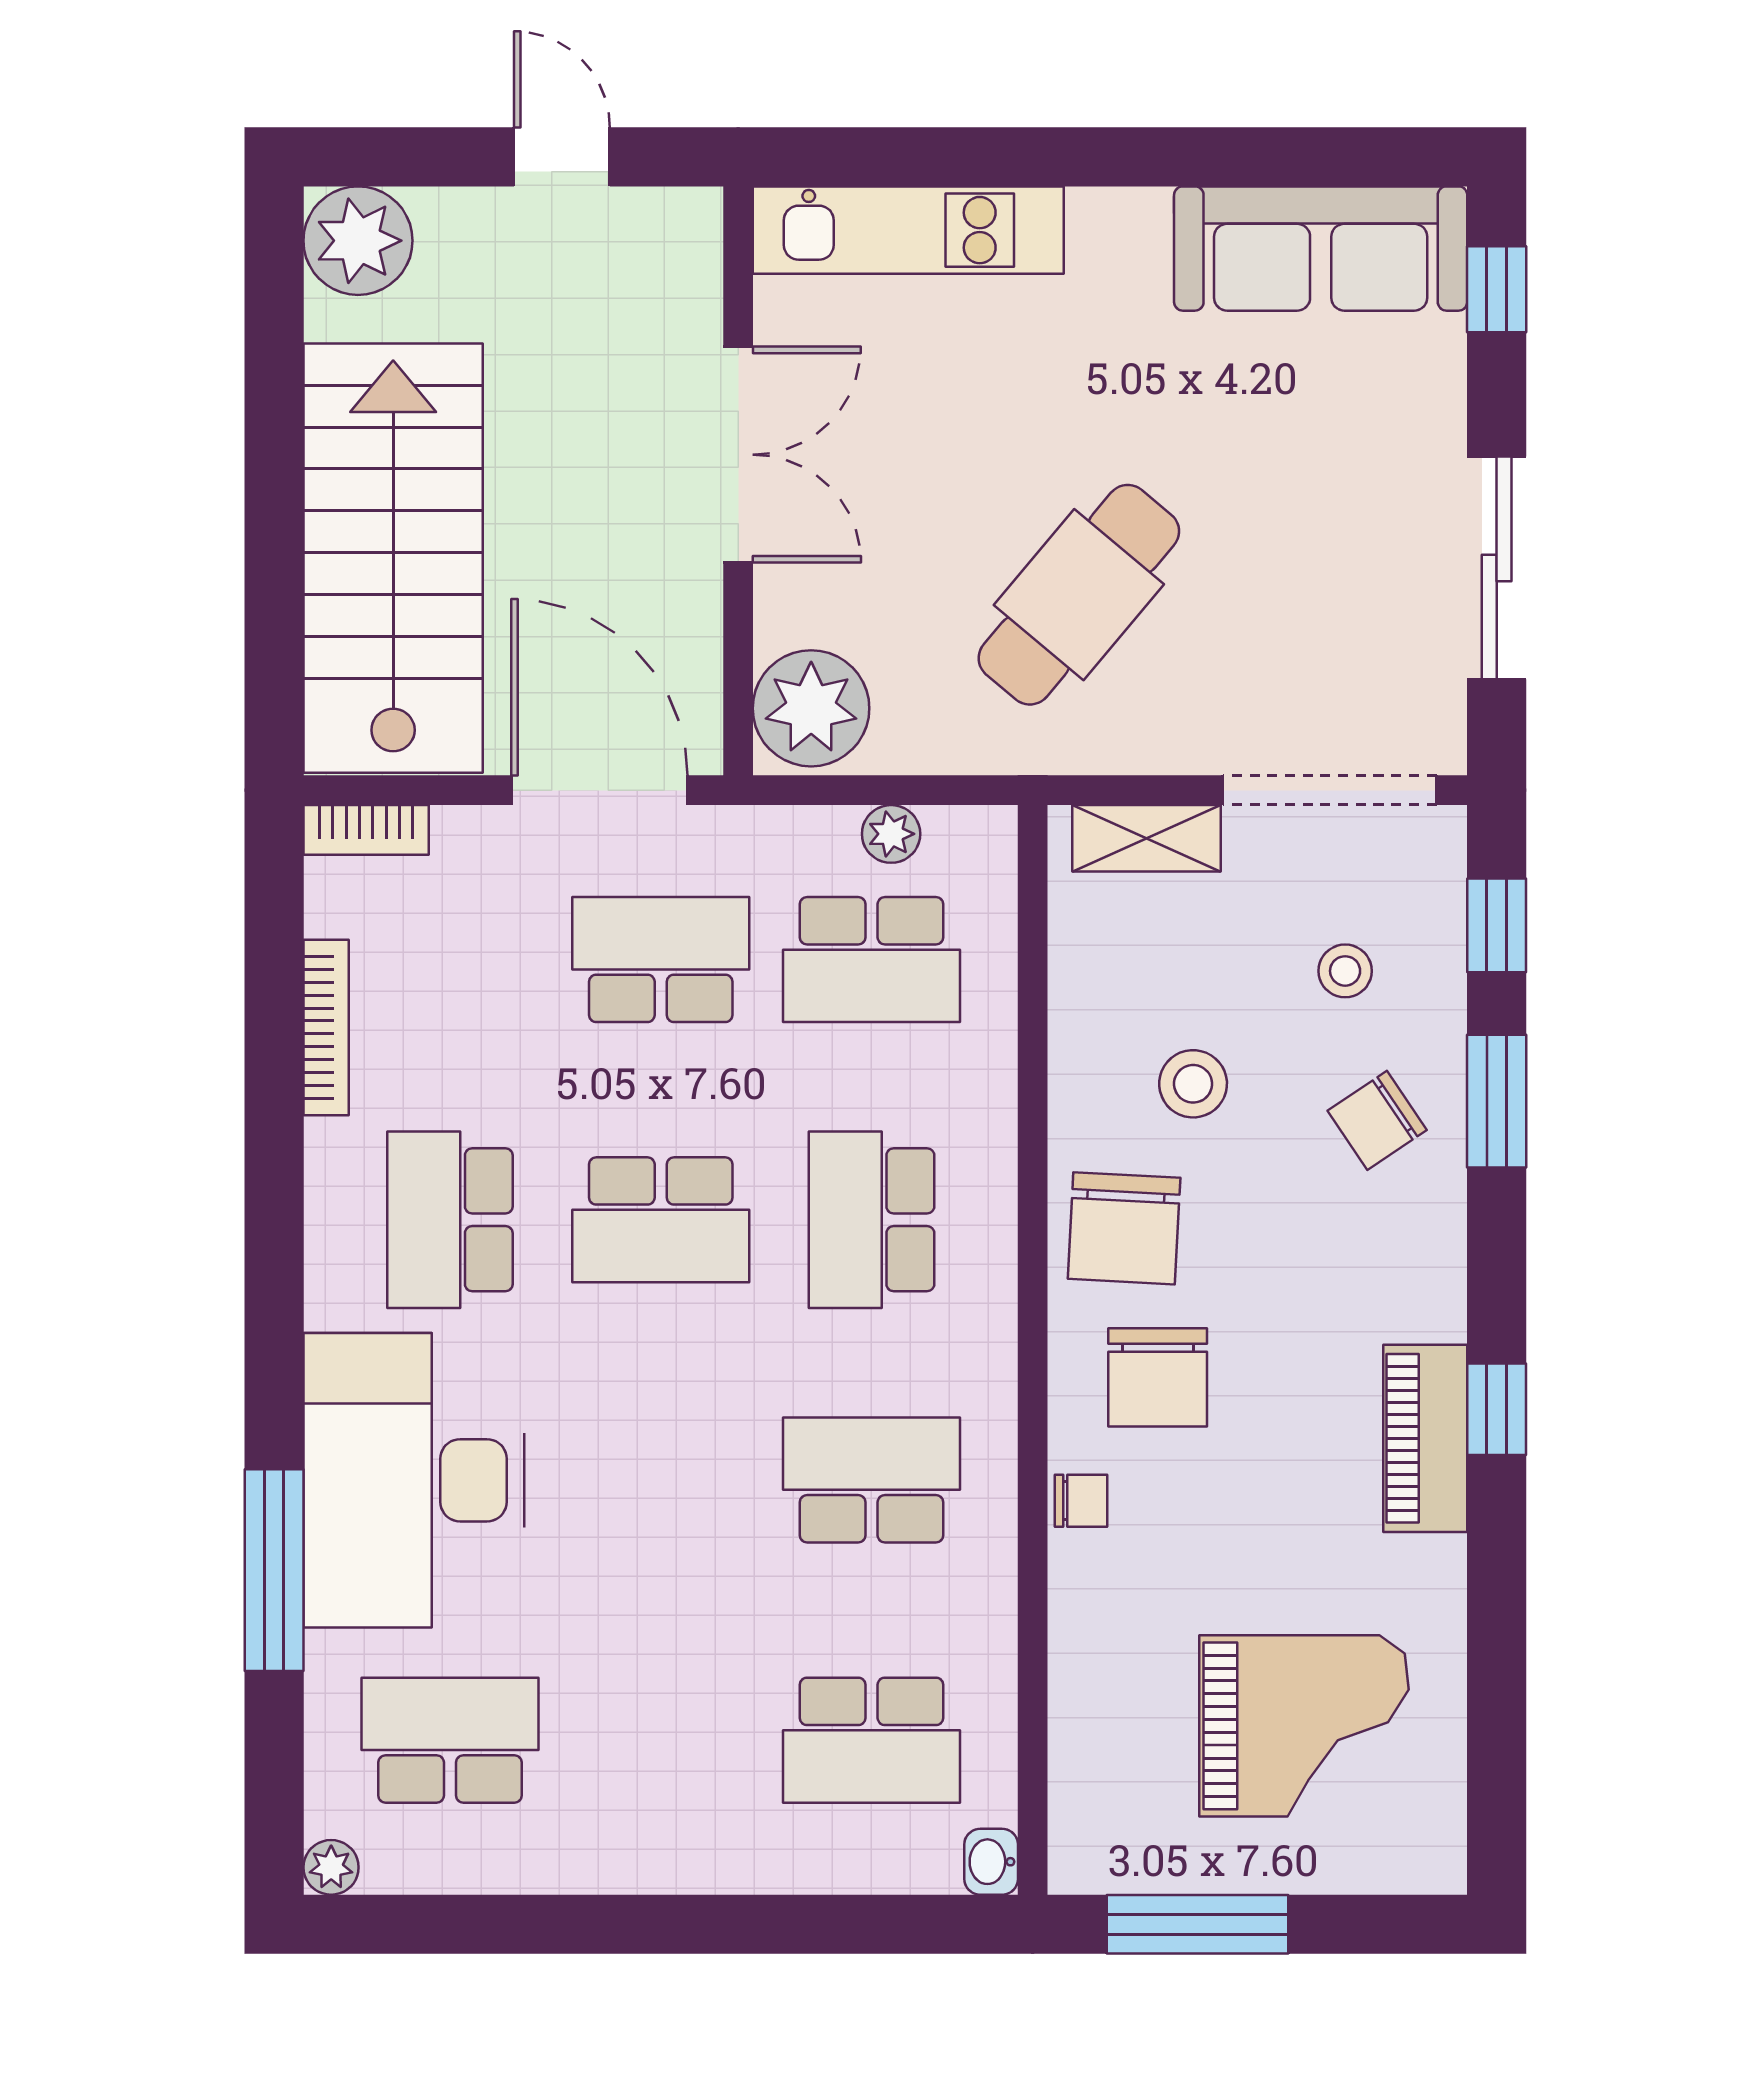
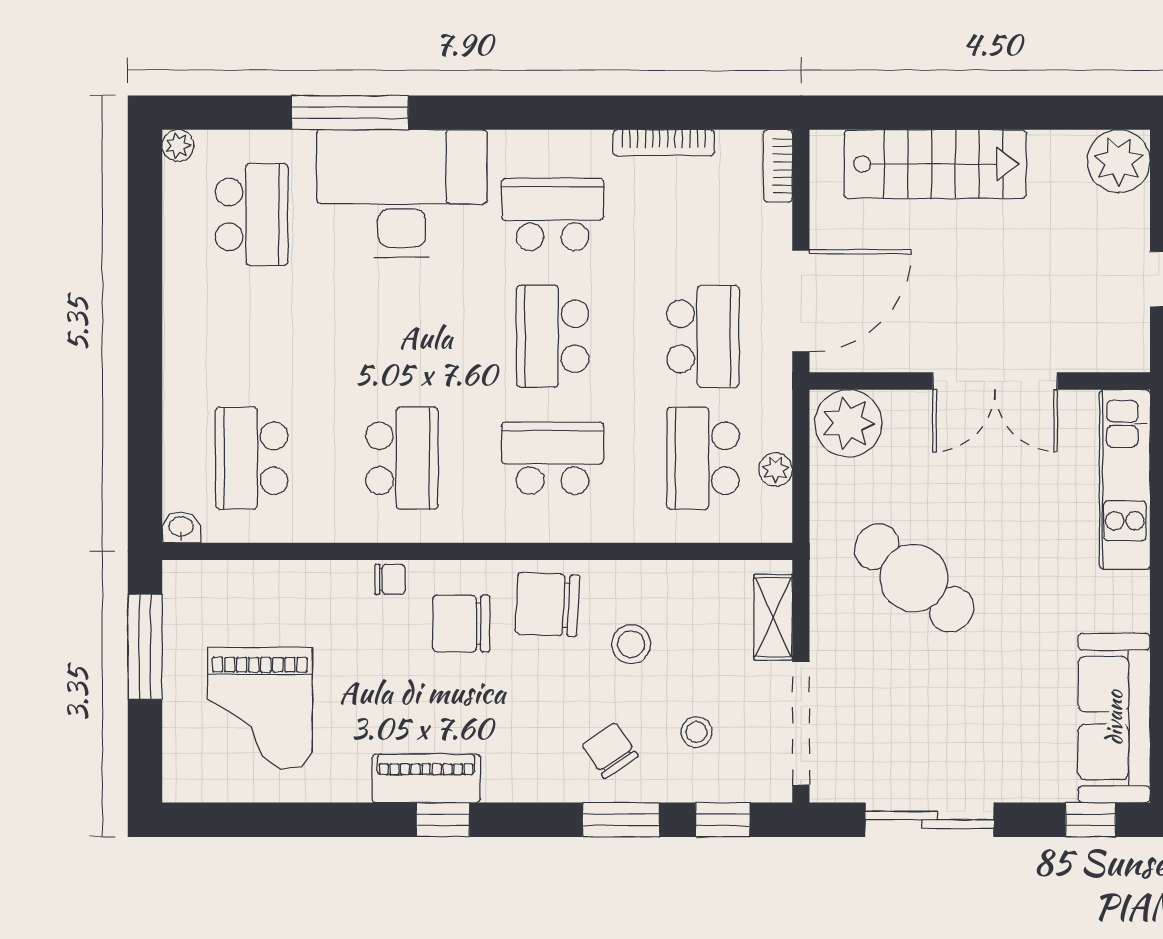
stairs: (393, 558) -> (935, 164), width x0.73, depth x0.66
chair: (1081, 1501) -> (390, 579), turned -90

